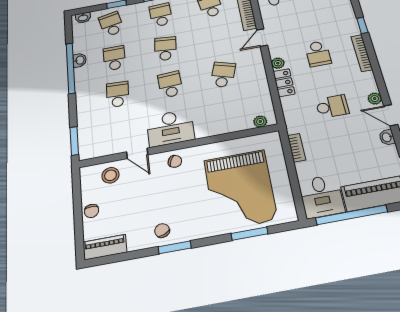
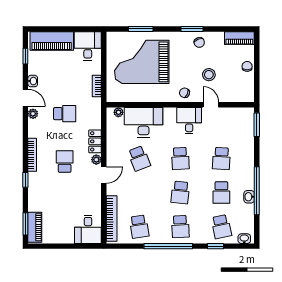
door: (262, 38) -> (104, 175), moved
school desk: (223, 75) -> (139, 158), turned -39
school desk: (332, 107) -> (65, 114), turned 180
desk: (225, 116) -> (144, 122), added
desk: (170, 128) -> (189, 121), width x0.73
stool: (110, 175) -> (209, 75), moved
grand piano: (240, 190) -> (142, 62), turned -90
window: (352, 215) -> (71, 29), removed

